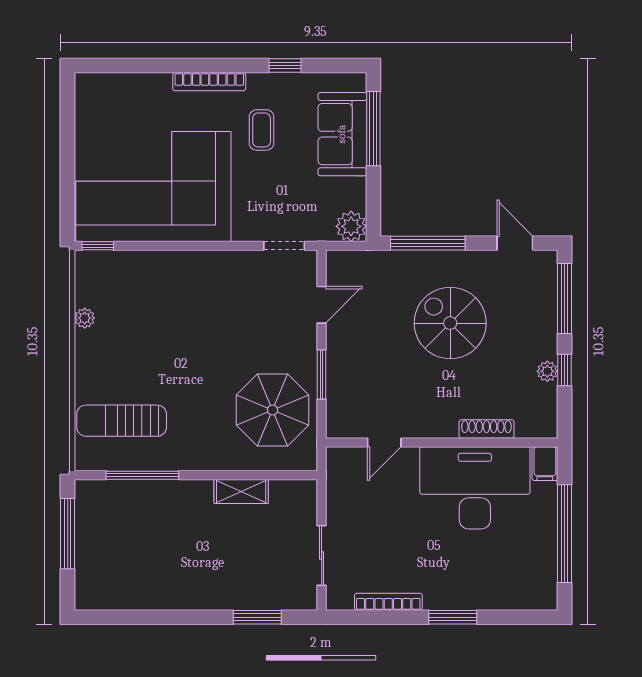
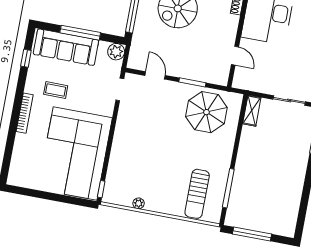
window: (285, 66) -> (26, 58), moved
window: (373, 129) -> (80, 33), moved
sofa: (342, 134) -> (66, 47), width x1.36
shelving: (241, 491) -> (252, 111), moved

